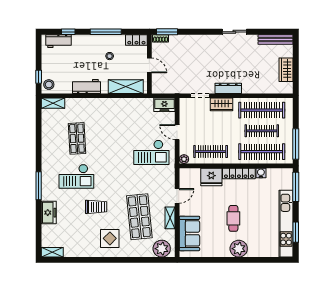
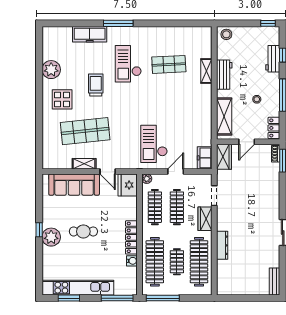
bench: (276, 39) -> (275, 281), width x0.73
workbench: (58, 41) -> (273, 59), moved
wardrobe: (286, 70) -> (224, 157), moved, turned 90
window: (39, 77) -> (268, 23), moved
dresser: (228, 88) -> (222, 245), moved
shelving: (53, 103) -> (206, 71), moved
clothes rail: (211, 131) -> (177, 207), added
clothes rail: (262, 131) -> (177, 262), width x0.73
fridge: (211, 177) -> (128, 185), moved
trolley: (96, 207) -> (96, 85), turned 180
freezer: (49, 213) -> (90, 34), width x1.40
sofa: (189, 233) -> (74, 185), width x1.36
plant: (162, 249) -> (51, 70), moved
shelving: (52, 252) -> (47, 38), removed
window: (232, 260) -> (39, 230), added

